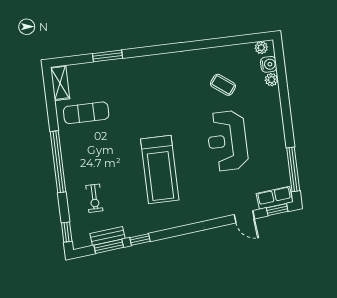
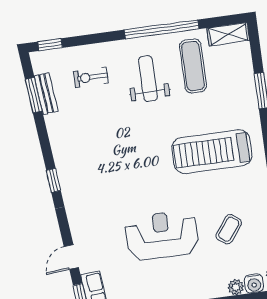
weight bench: (96, 151) -> (148, 78), added
window: (58, 162) -> (162, 29), moved
treadmill: (160, 169) -> (212, 152), moved
window: (140, 240) -> (53, 180), moved

